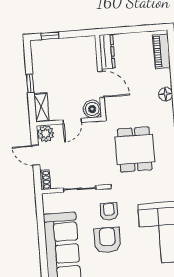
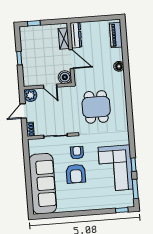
shelving: (41, 107) -> (64, 39), moved
door: (72, 121) -> (50, 86), hinge flipped
door: (36, 155) -> (23, 111), hinge flipped
armchair: (107, 240) -> (76, 174), turned 180

